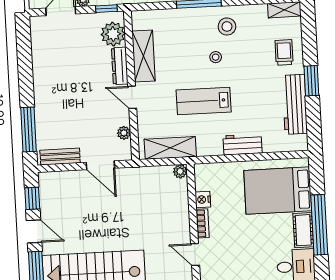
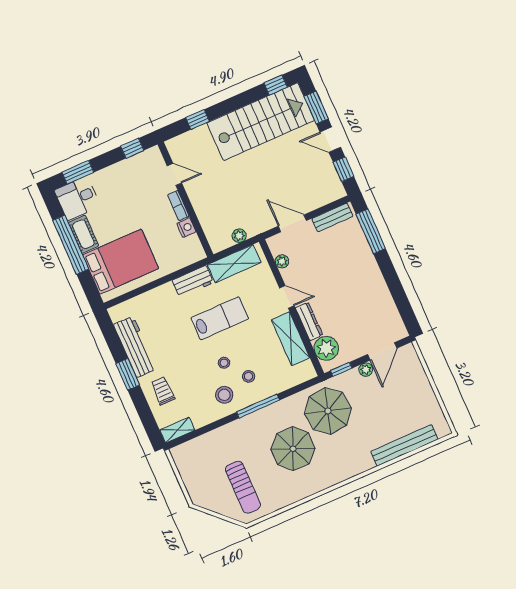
stool: (197, 35) -> (249, 376), added
trolley: (284, 52) -> (163, 391), turned 180
workbench: (243, 144) -> (193, 281), moved
plant: (180, 171) -> (239, 236), moved

